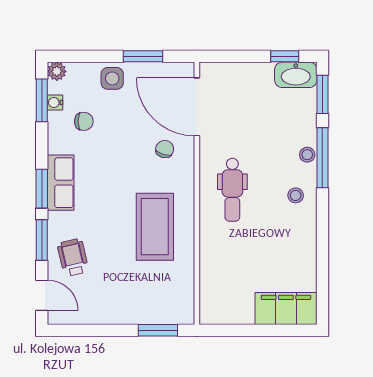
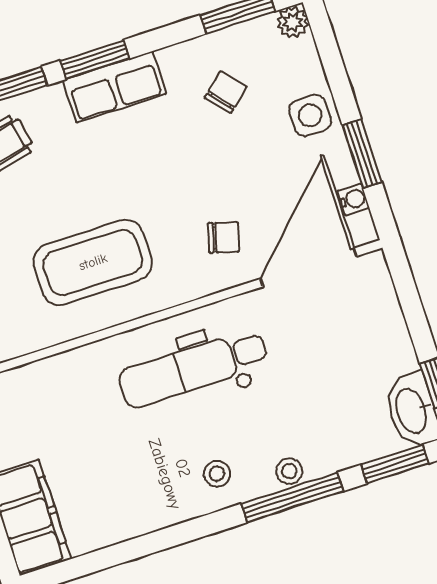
water cooler: (55, 102) -> (353, 199), moved, turned 90
chair: (84, 121) -> (226, 92), turned -131
dental chair: (232, 190) -> (193, 368), width x1.36, depth x1.38

